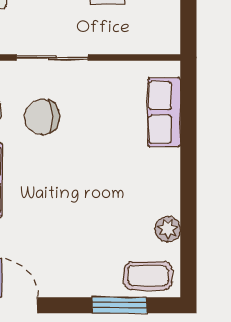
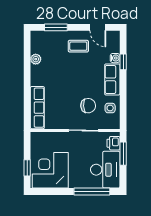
row of seats: (164, 112) -> (37, 108), width x1.48
coffee table: (148, 276) -> (78, 46), moved

